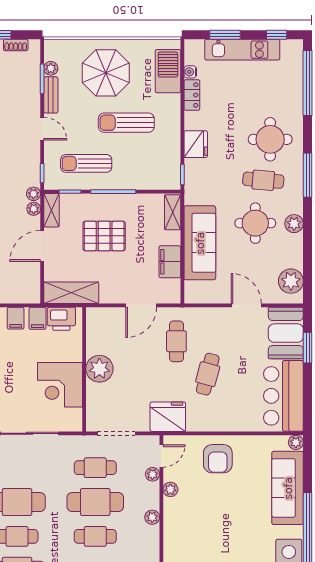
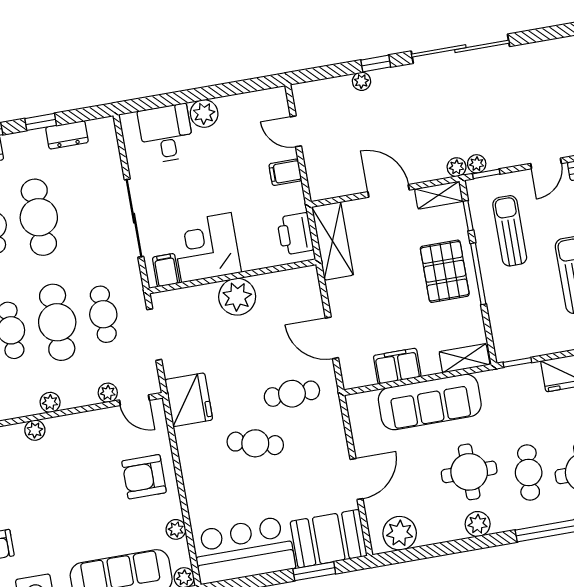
plant: (34, 209) -> (477, 164), moved
pallet: (104, 236) -> (445, 271), moved
filing cabinet: (37, 318) -> (166, 270), moved, turned 90
plant: (260, 442) -> (176, 529), added
plant: (170, 489) -> (35, 430), moved

